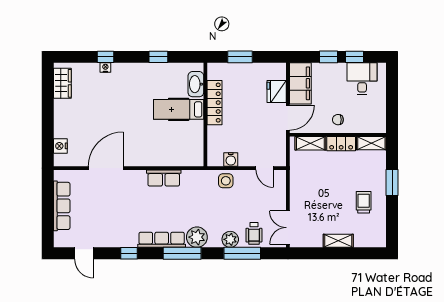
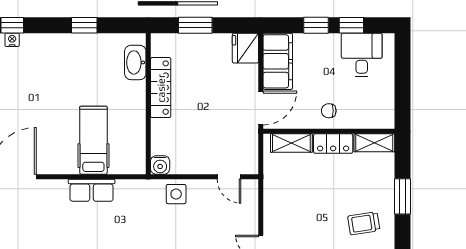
fridge: (277, 91) -> (245, 48), moved
hospital bed: (179, 109) -> (93, 140), moved, turned 90
water cooler: (231, 159) -> (160, 165), moved
trolley: (364, 202) -> (364, 223), turned -99

